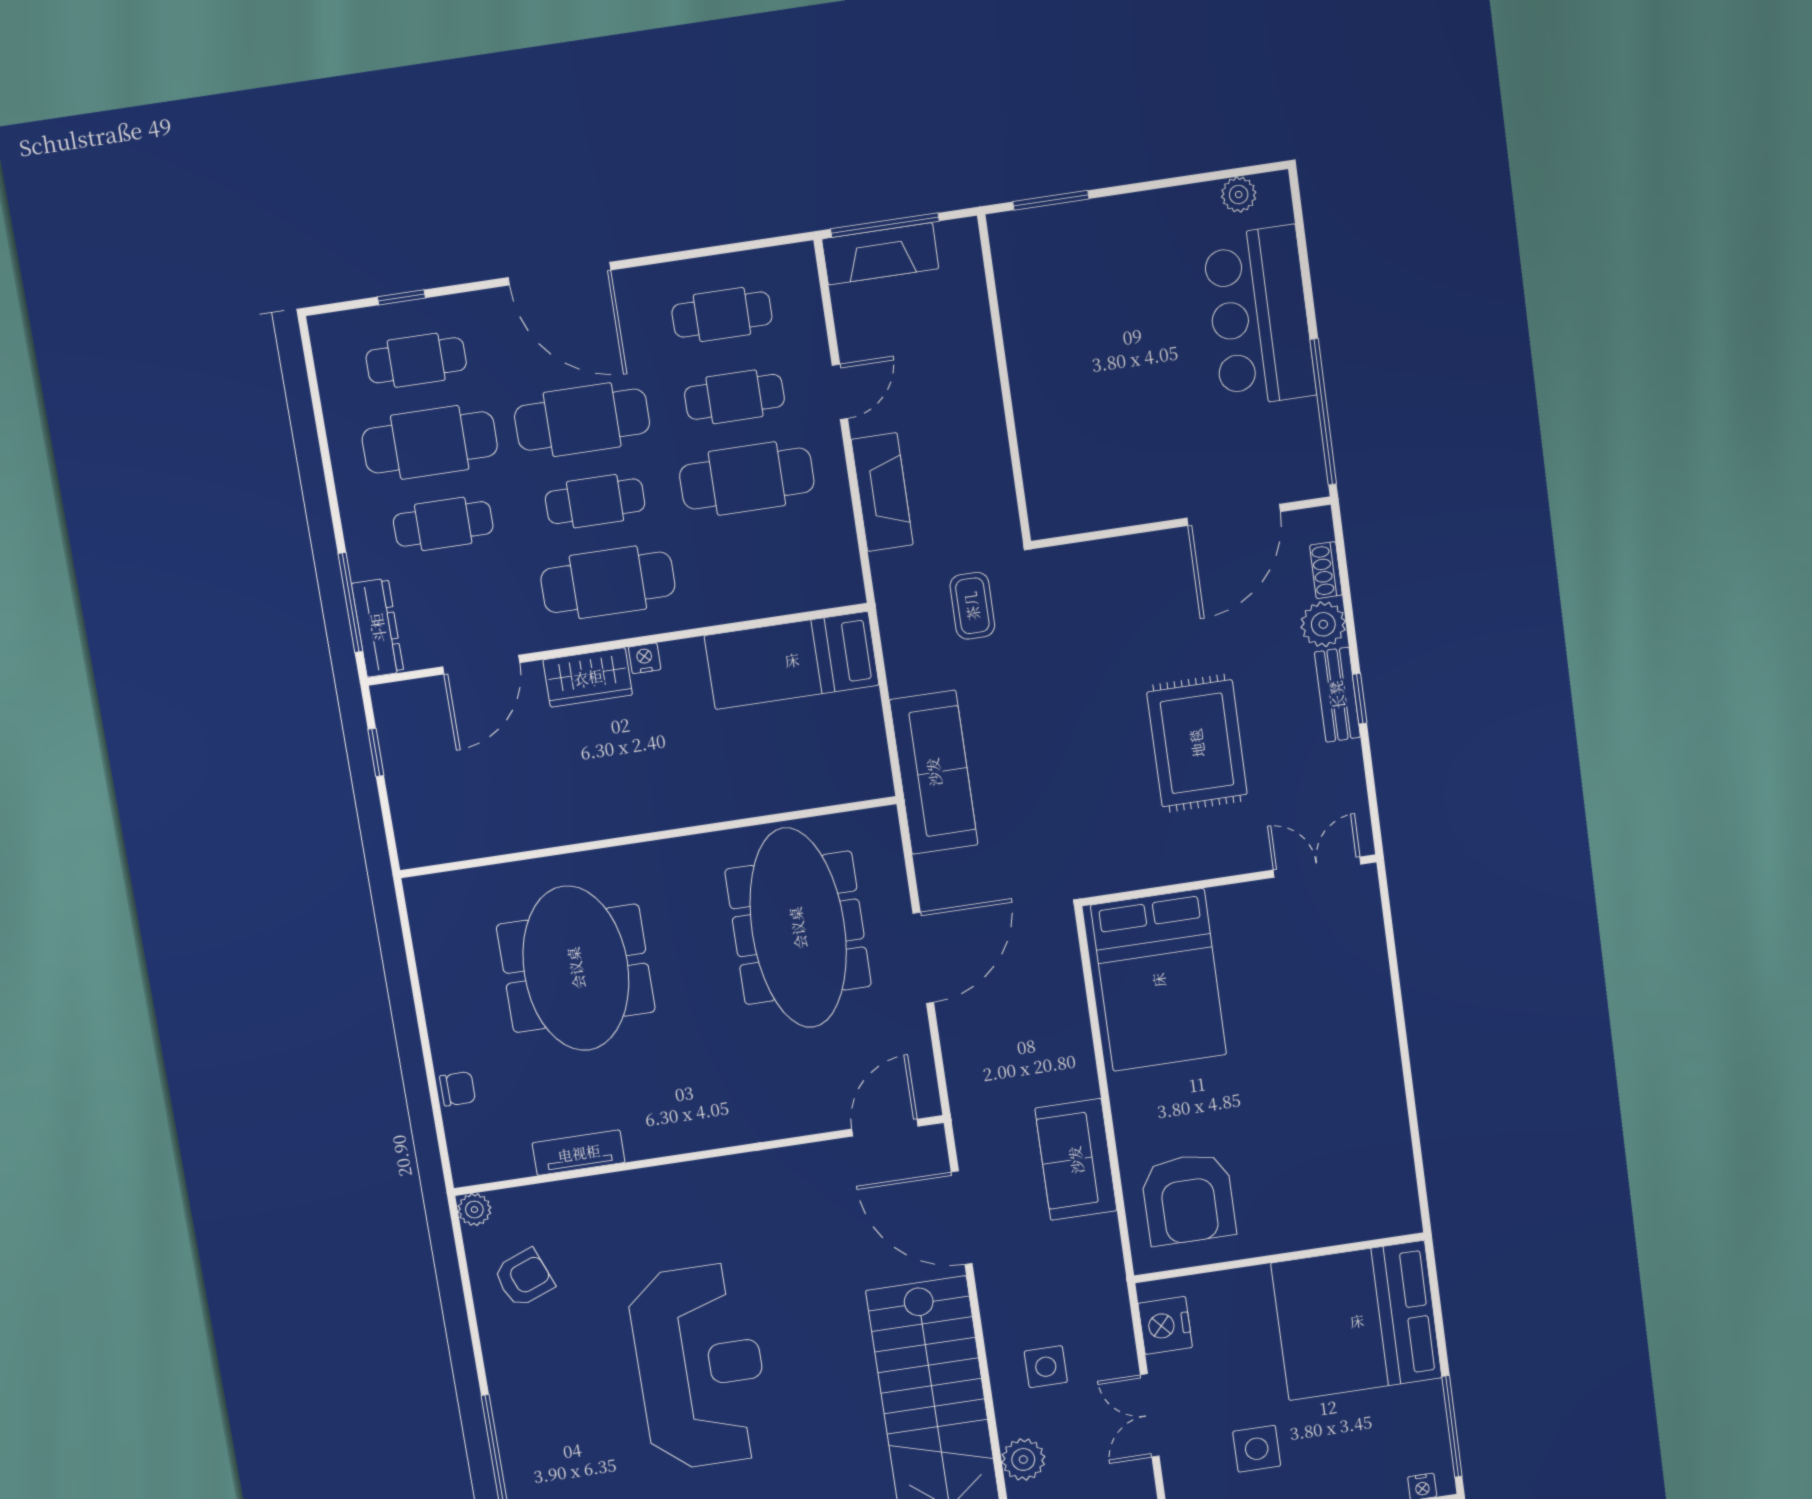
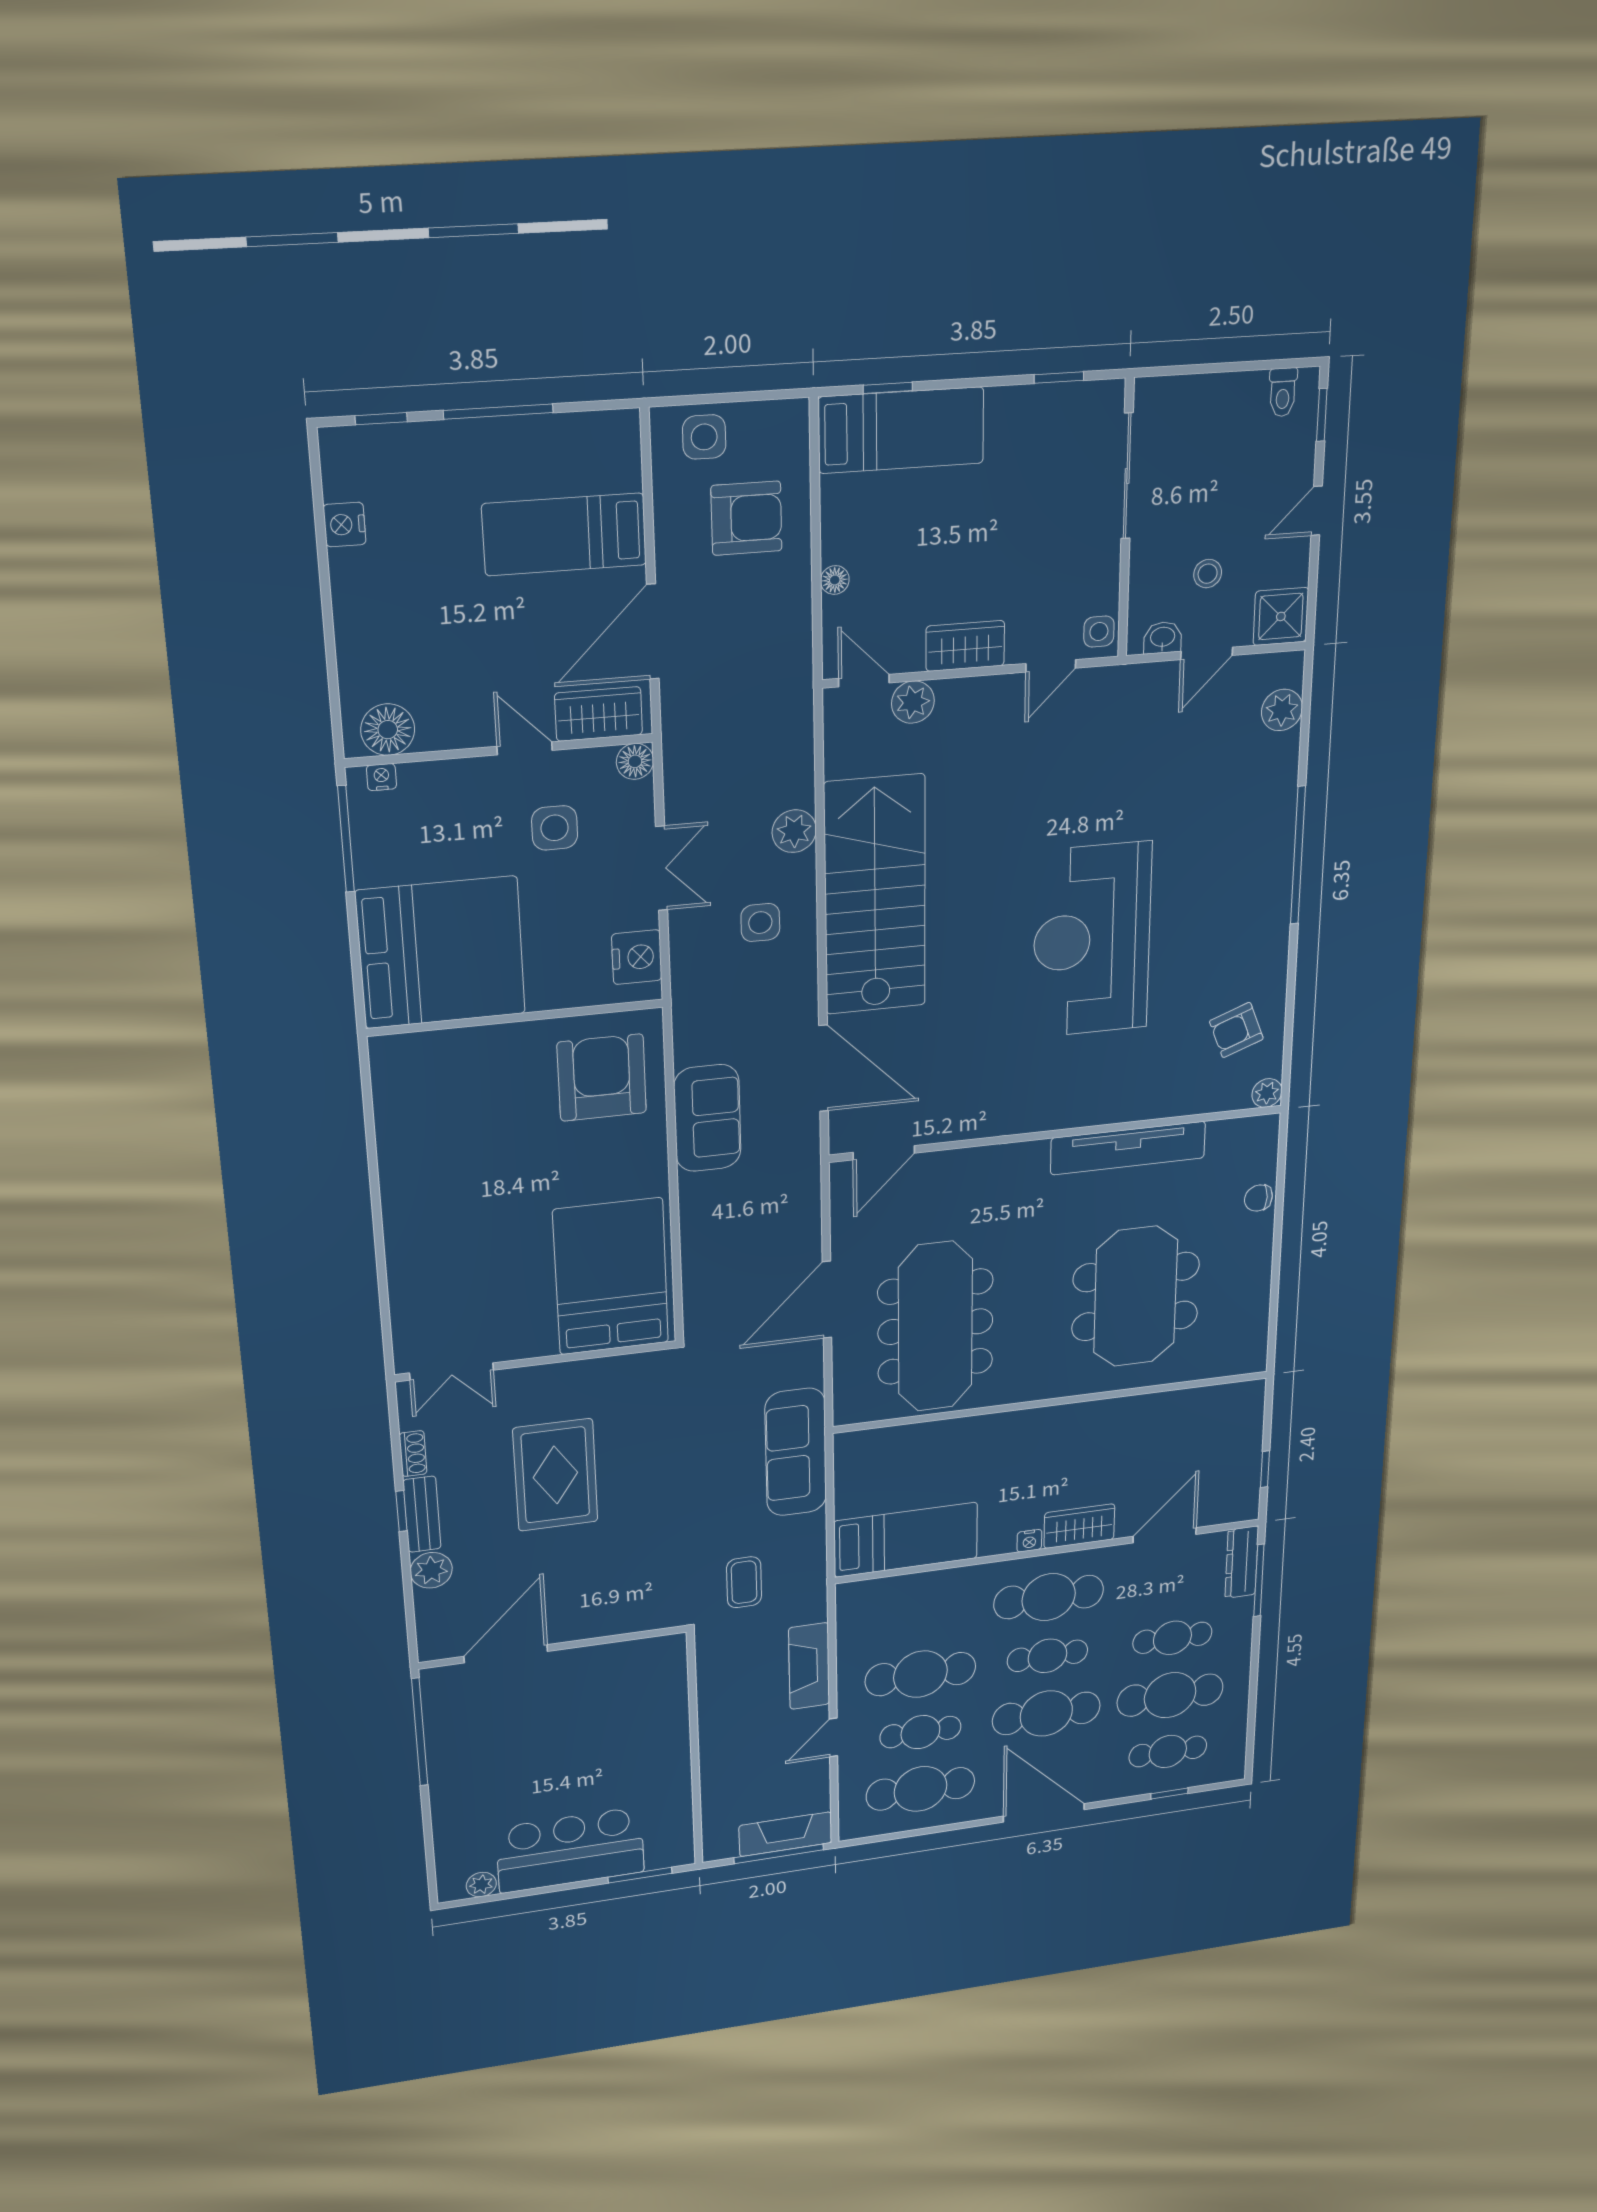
cafe table: (722, 315) -> (920, 1789), width x1.37, depth x1.35
bar counter: (1259, 317) -> (570, 1850), moved, turned -90
shoe rack: (1326, 570) -> (413, 1454), moved
tv unit: (579, 1153) -> (1128, 1148), width x1.92, depth x1.29

